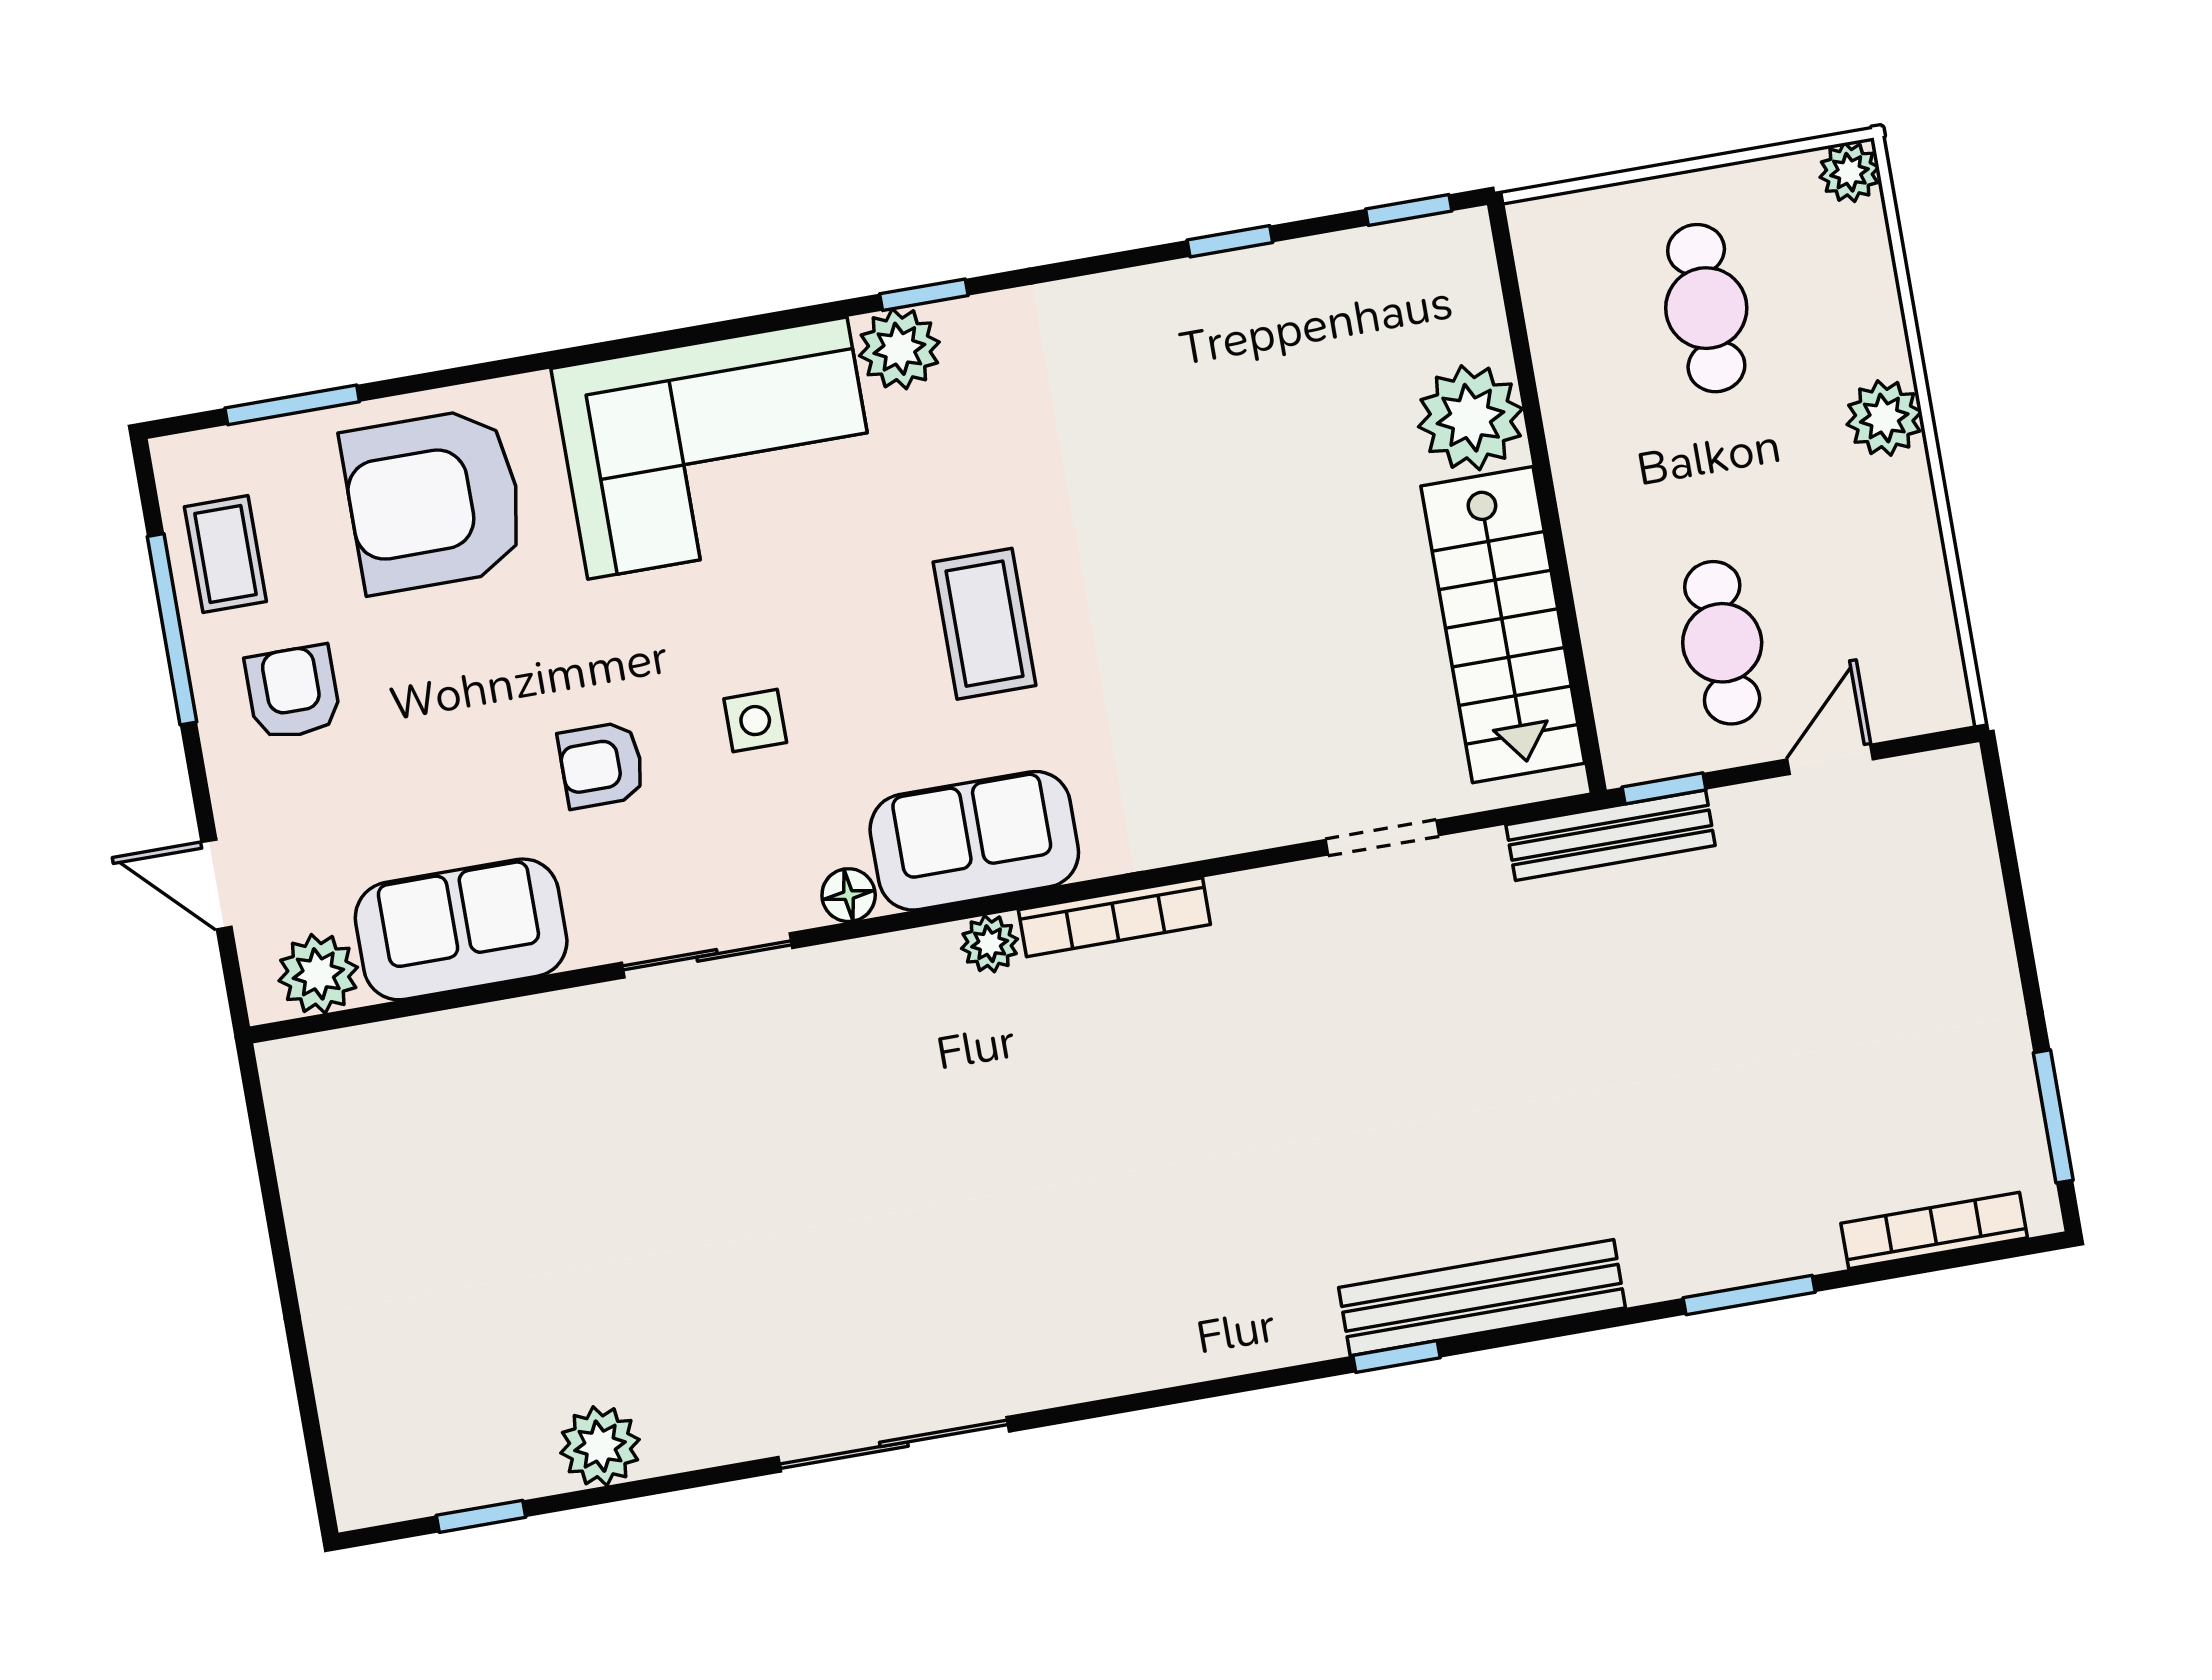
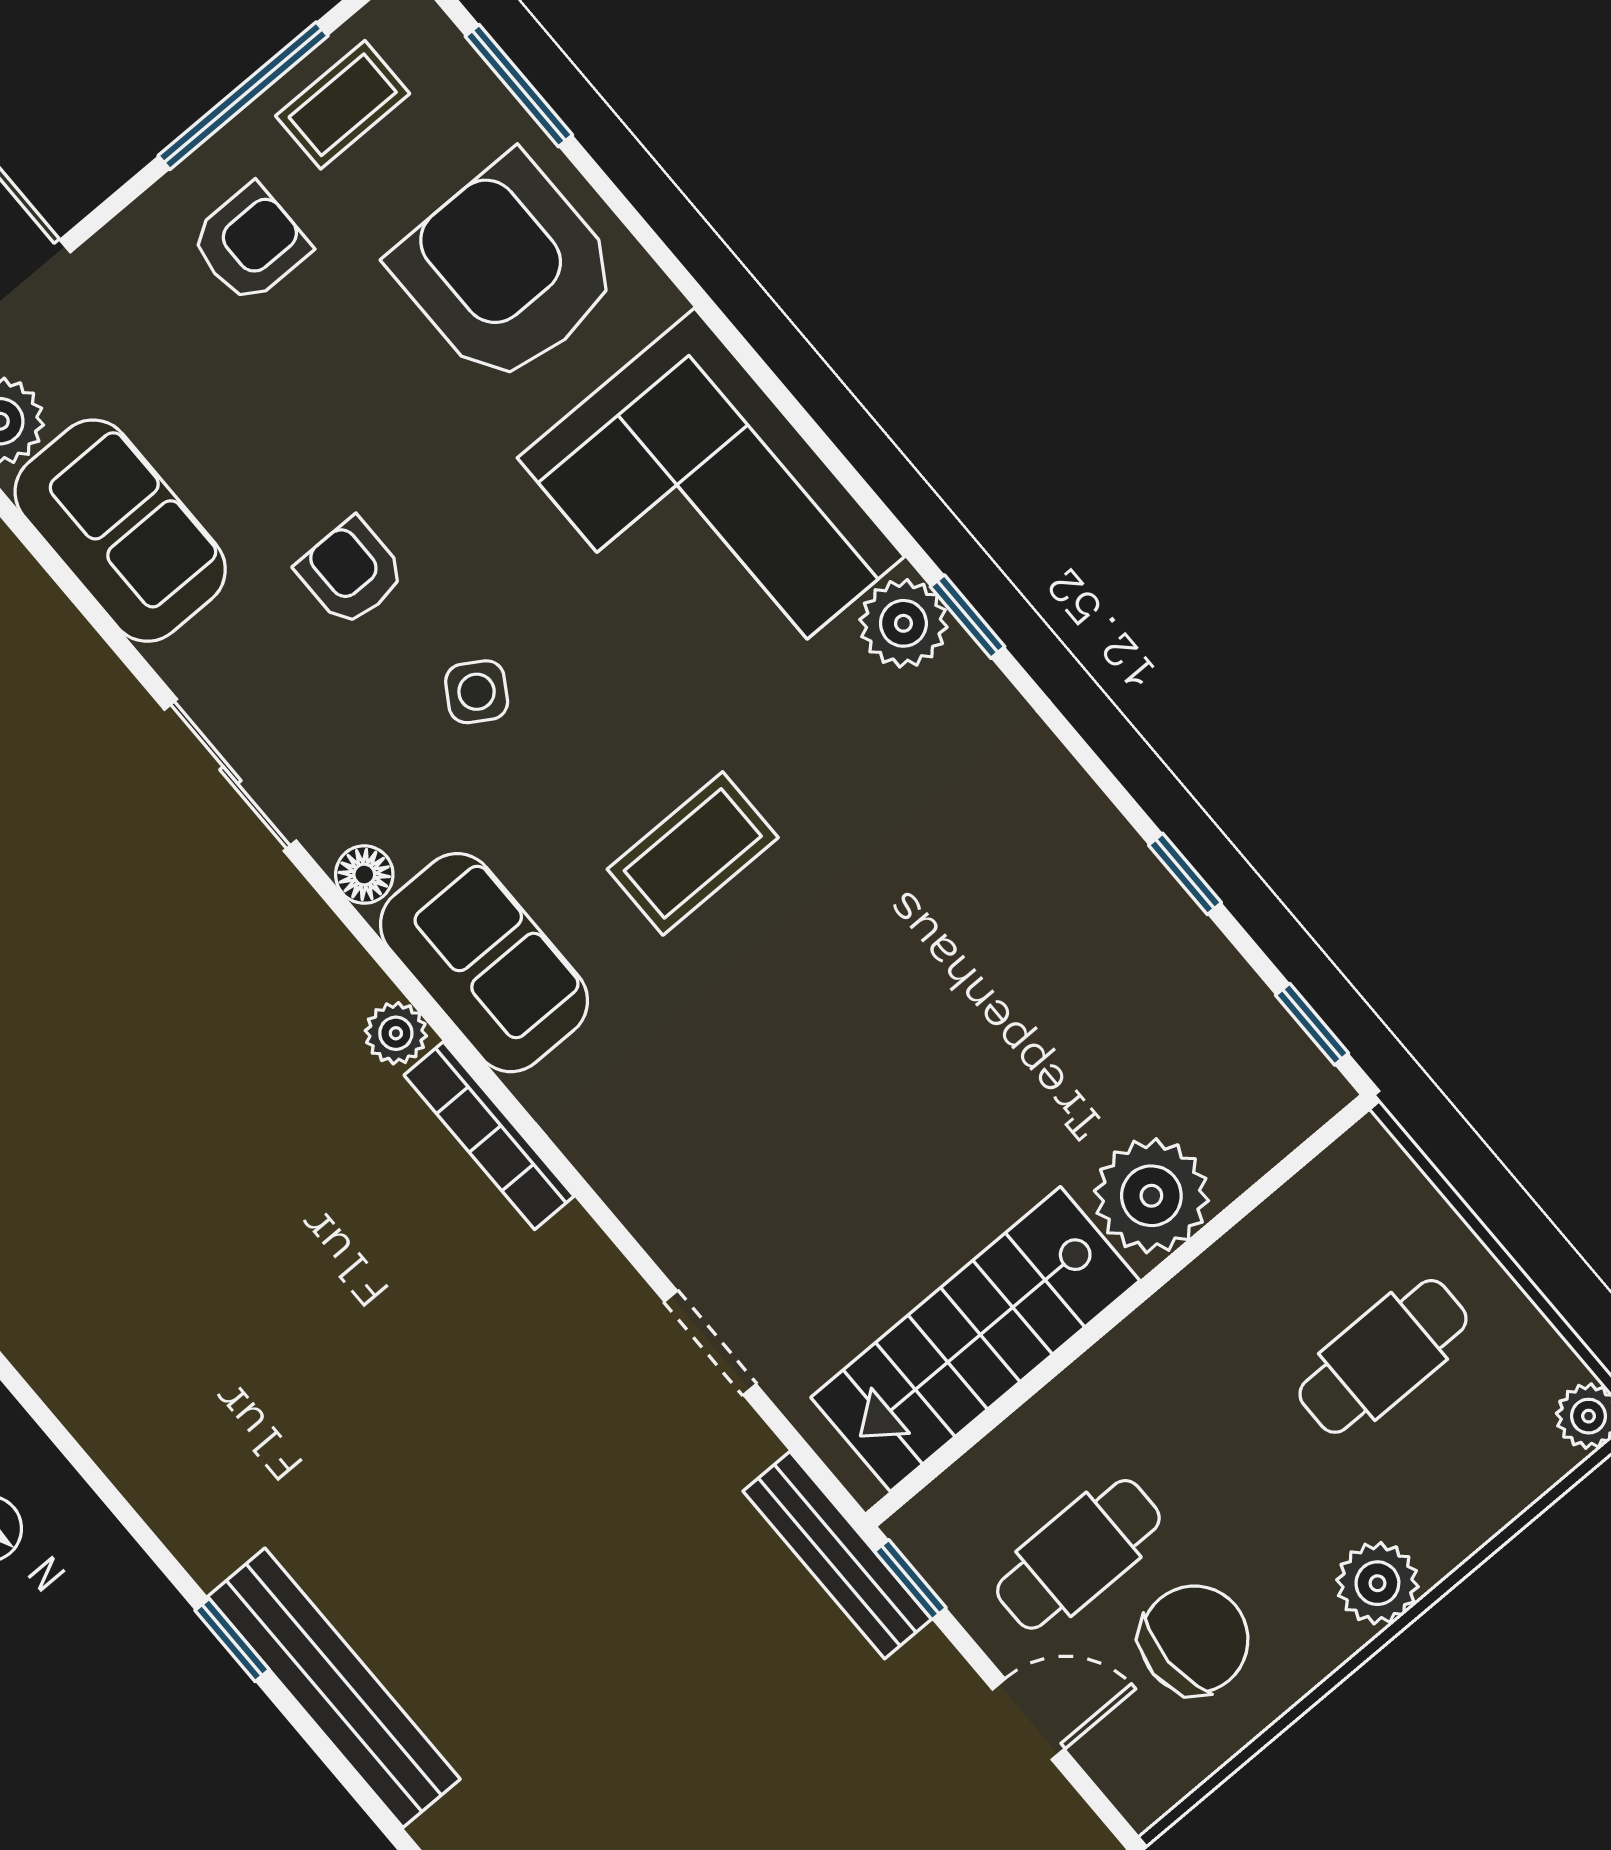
chair: (1844, 590) -> (1194, 1640), added
side table: (755, 721) -> (477, 692), turned 32

